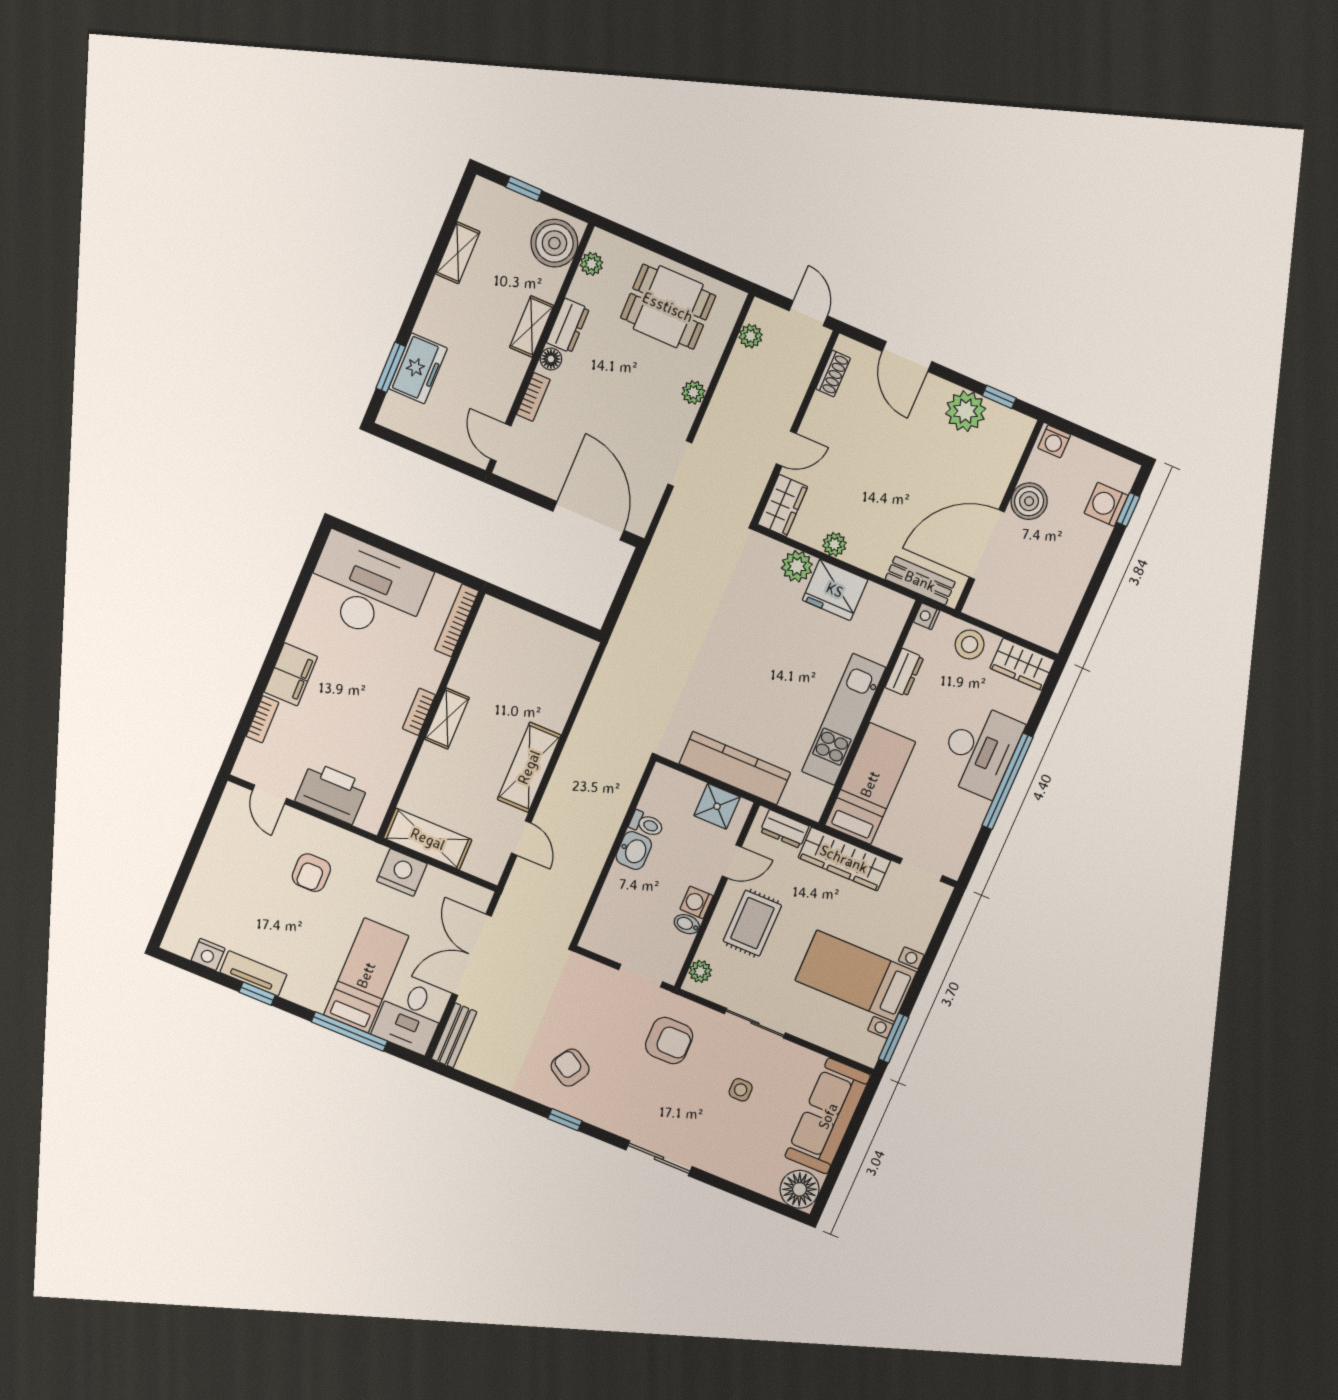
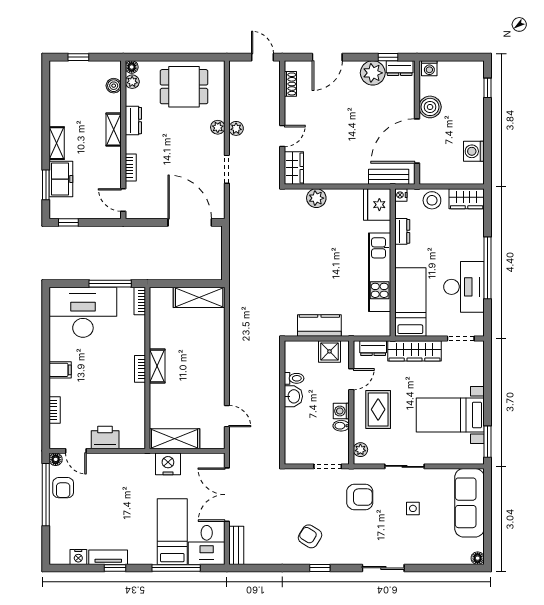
boiler: (554, 243) -> (114, 86), width x0.54, depth x0.54
shelving: (458, 253) -> (57, 143), moved
plant: (751, 336) -> (236, 128), moved
door: (907, 357) -> (327, 57), hinge flipped
floor lamp: (551, 359) -> (132, 67), moved
dresser: (1010, 421) -> (400, 68), added
window: (402, 441) -> (68, 222), added
washing machine: (1106, 504) -> (474, 151), moved
plant: (834, 544) -> (332, 177), removed
window: (427, 563) -> (110, 284), added
fridge: (835, 590) -> (377, 205), moved, turned 90
bookcase: (457, 620) -> (140, 301), width x0.64
filing cabinet: (291, 674) -> (60, 370), width x0.50
desk: (980, 750) -> (464, 287), moved
shelving: (529, 767) -> (199, 297), moved, turned 90
kitchen counter: (735, 768) -> (319, 326), width x0.67
printer: (332, 793) -> (105, 437), width x0.73, depth x0.84
floor lamp: (233, 794) -> (56, 459), added
window: (197, 841) -> (46, 495), added
armchair: (311, 873) -> (63, 488), moved
floor lamp: (800, 1189) -> (478, 558), width x0.53, depth x0.53

